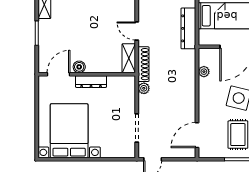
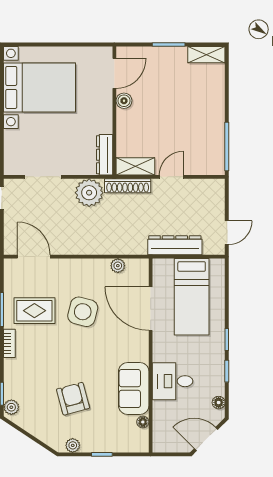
door: (58, 74) -> (114, 73), hinge flipped
dresser: (91, 82) -> (105, 155), moved
plant: (144, 88) -> (89, 193), width x1.88, depth x1.88

